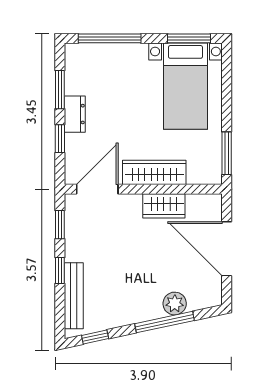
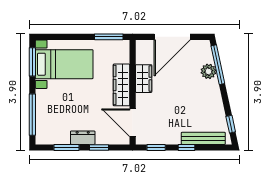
window: (164, 322) -> (218, 65), moved

